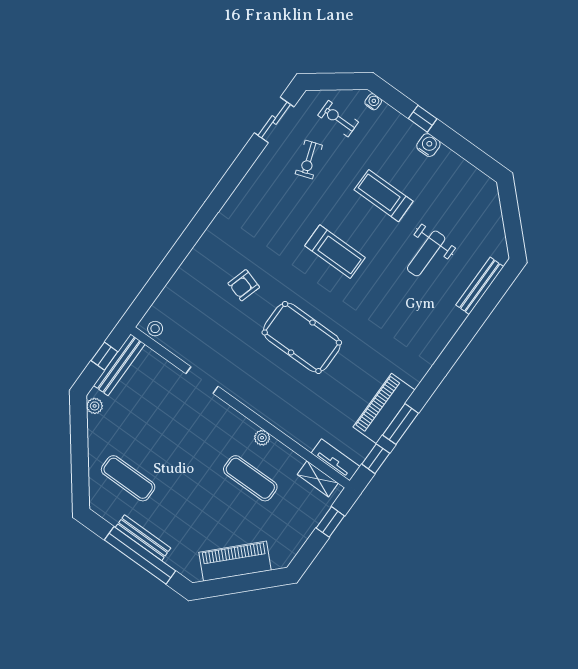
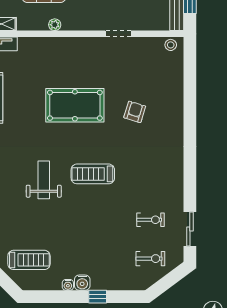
water cooler: (373, 102) -> (68, 285), moved
exercise bike: (309, 160) -> (151, 220), turned 109
treadmill: (384, 196) -> (29, 260), moved
weight bench: (426, 253) -> (44, 180), moved

